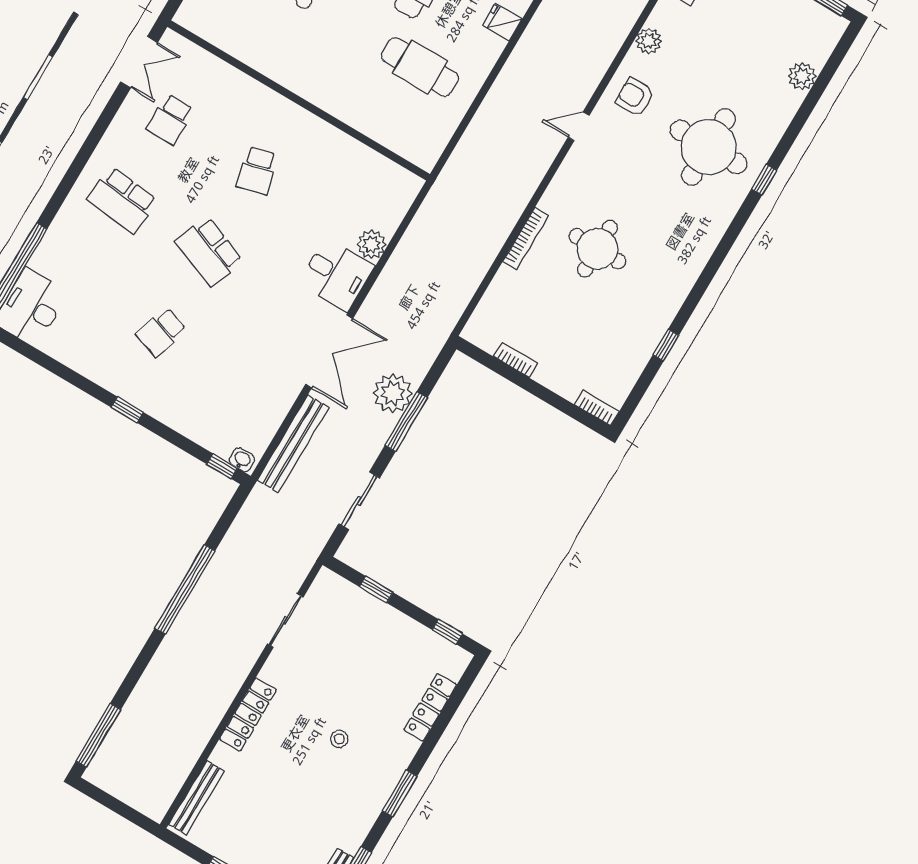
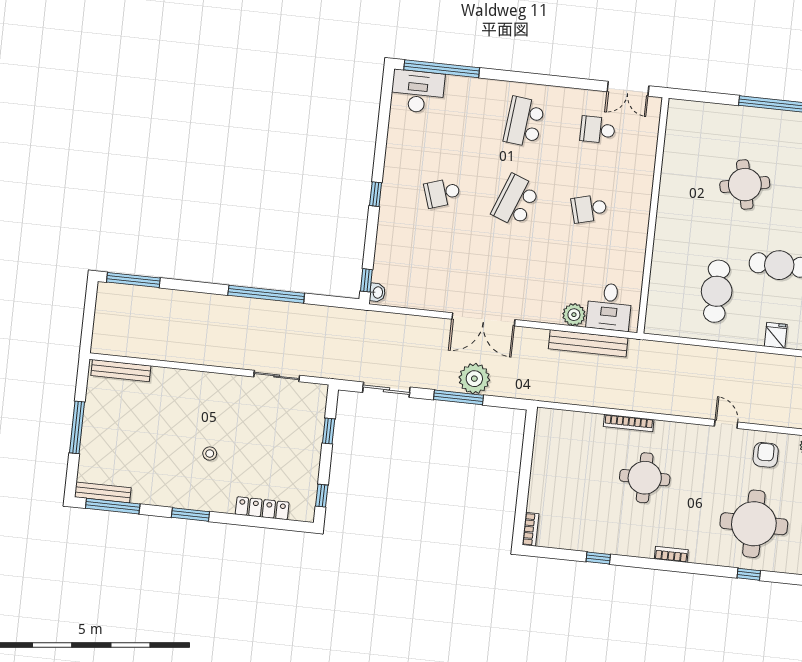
desk: (337, 274) -> (609, 307), moved
school desk: (161, 332) -> (442, 193), turned -36
bookcase: (515, 360) -> (671, 554), moved, turned -90
bench: (293, 444) -> (588, 343), moved
locker: (248, 714) -> (197, 380), removed

